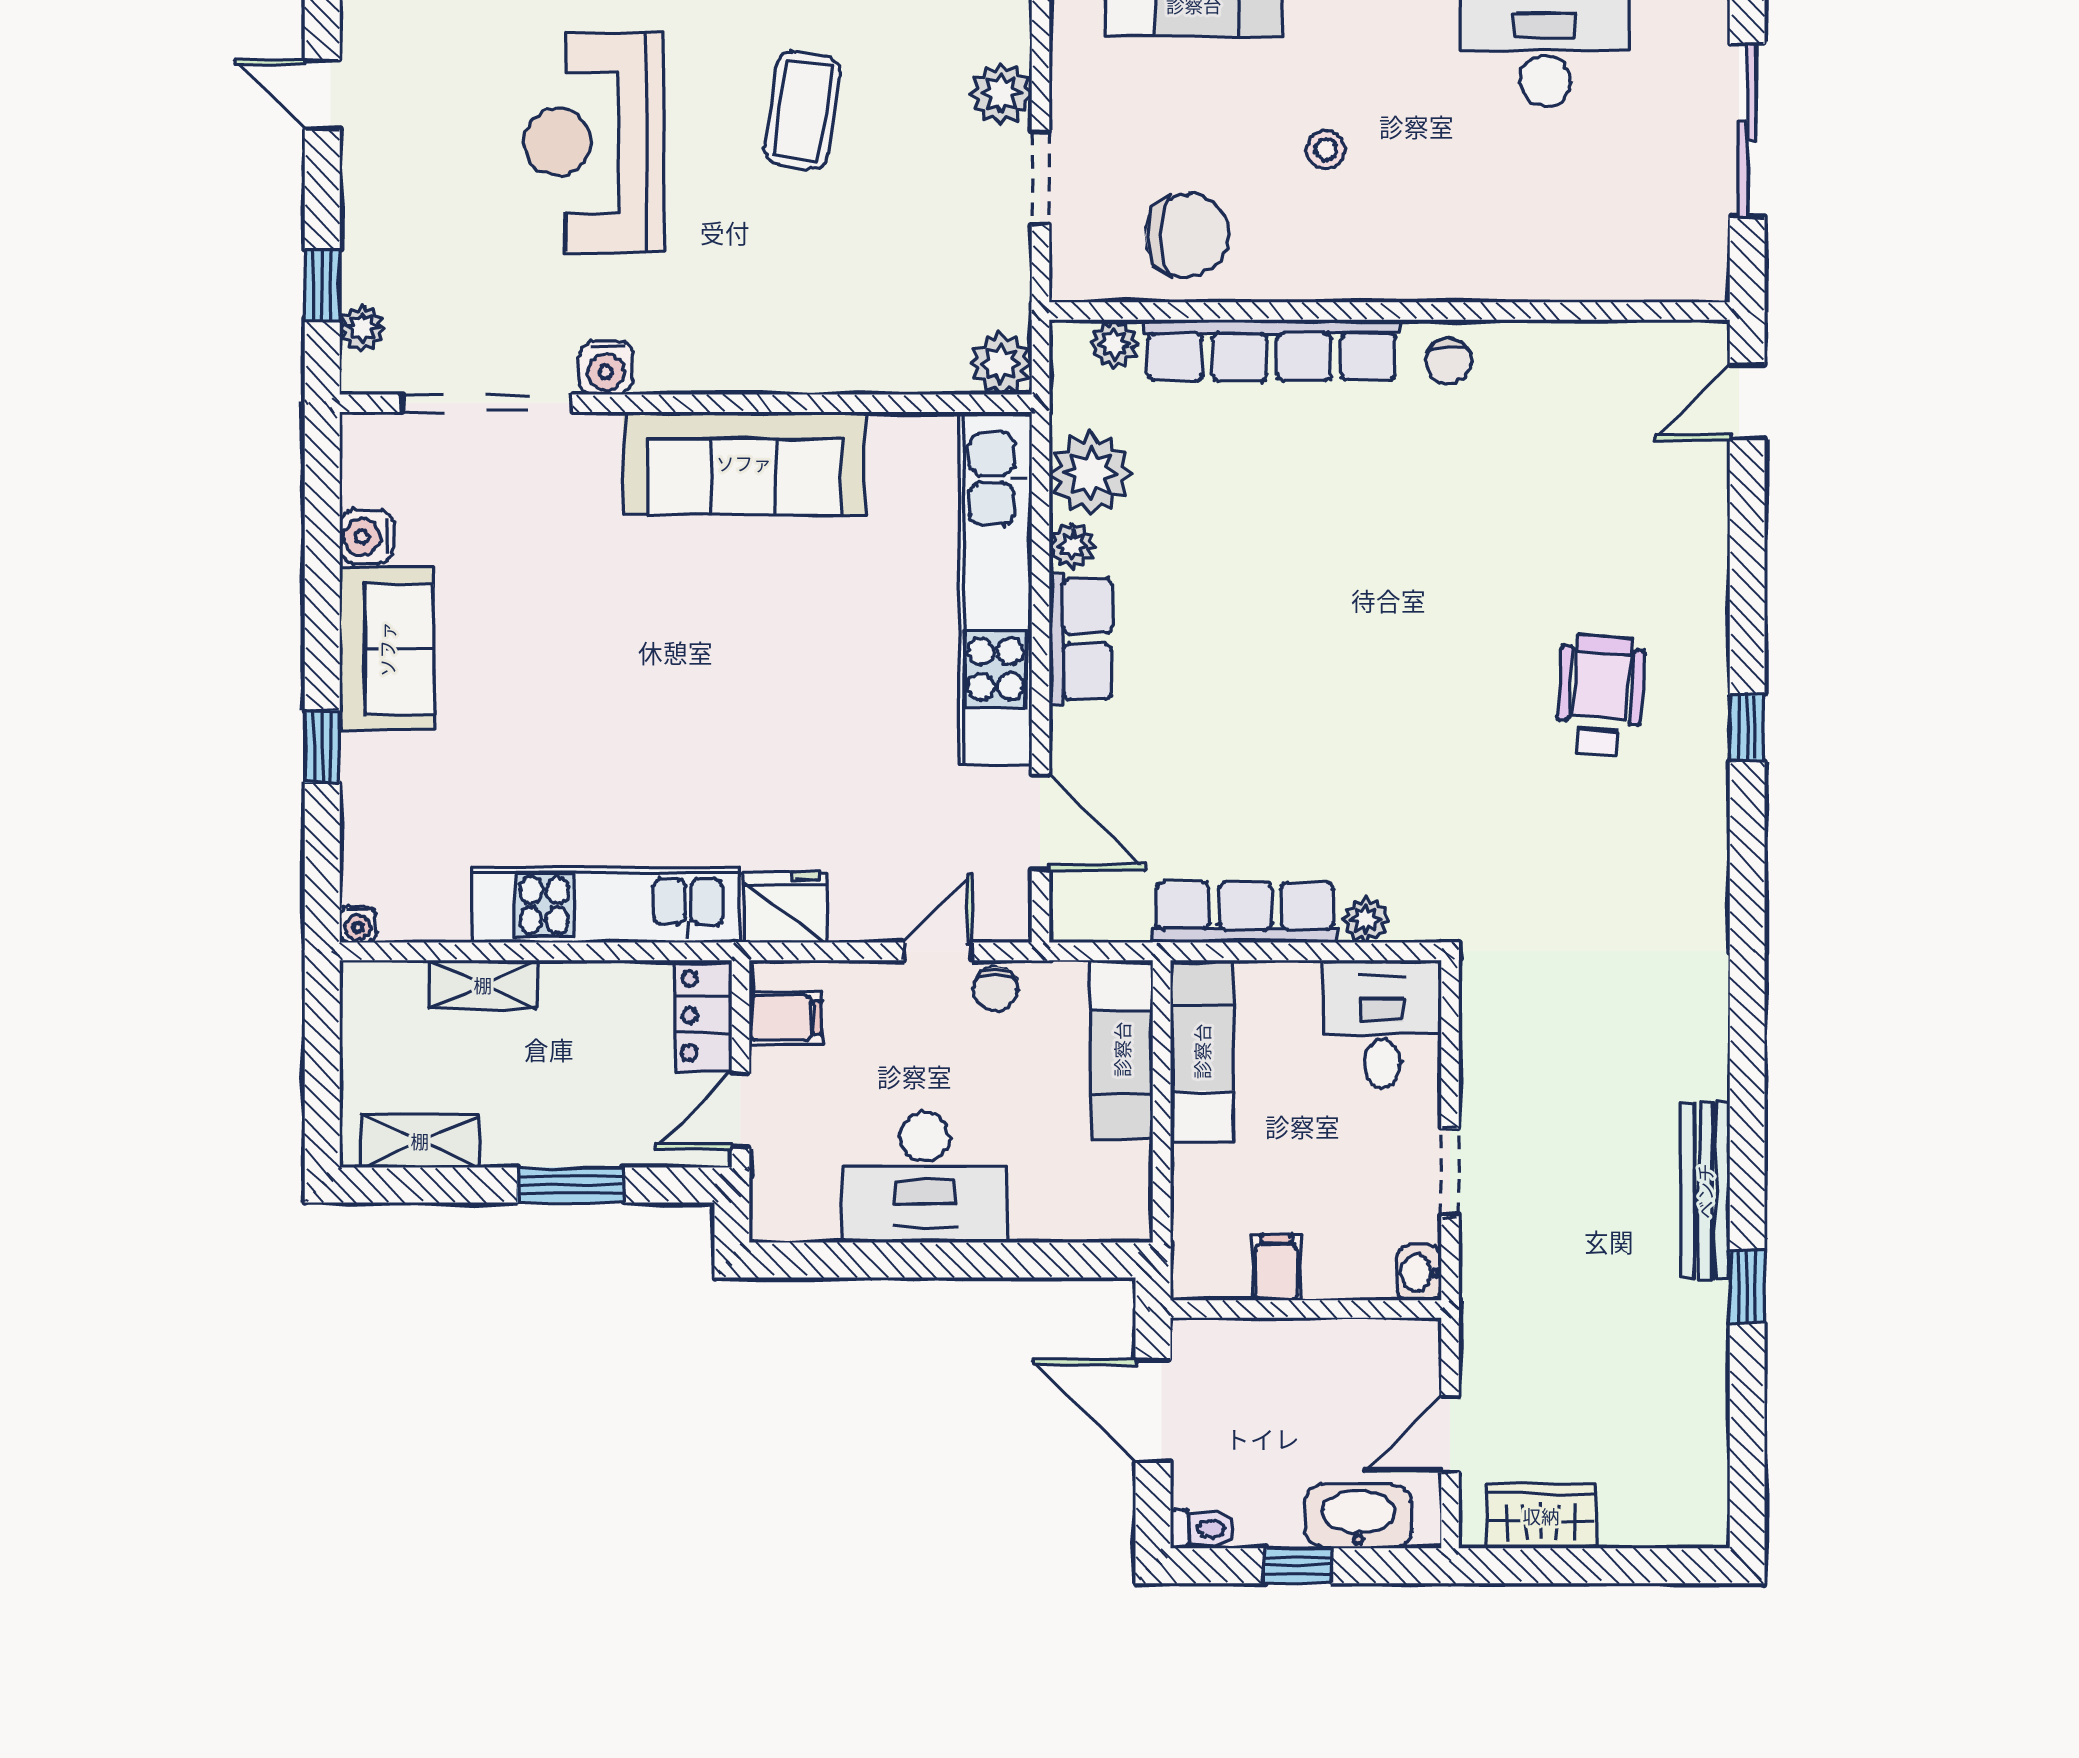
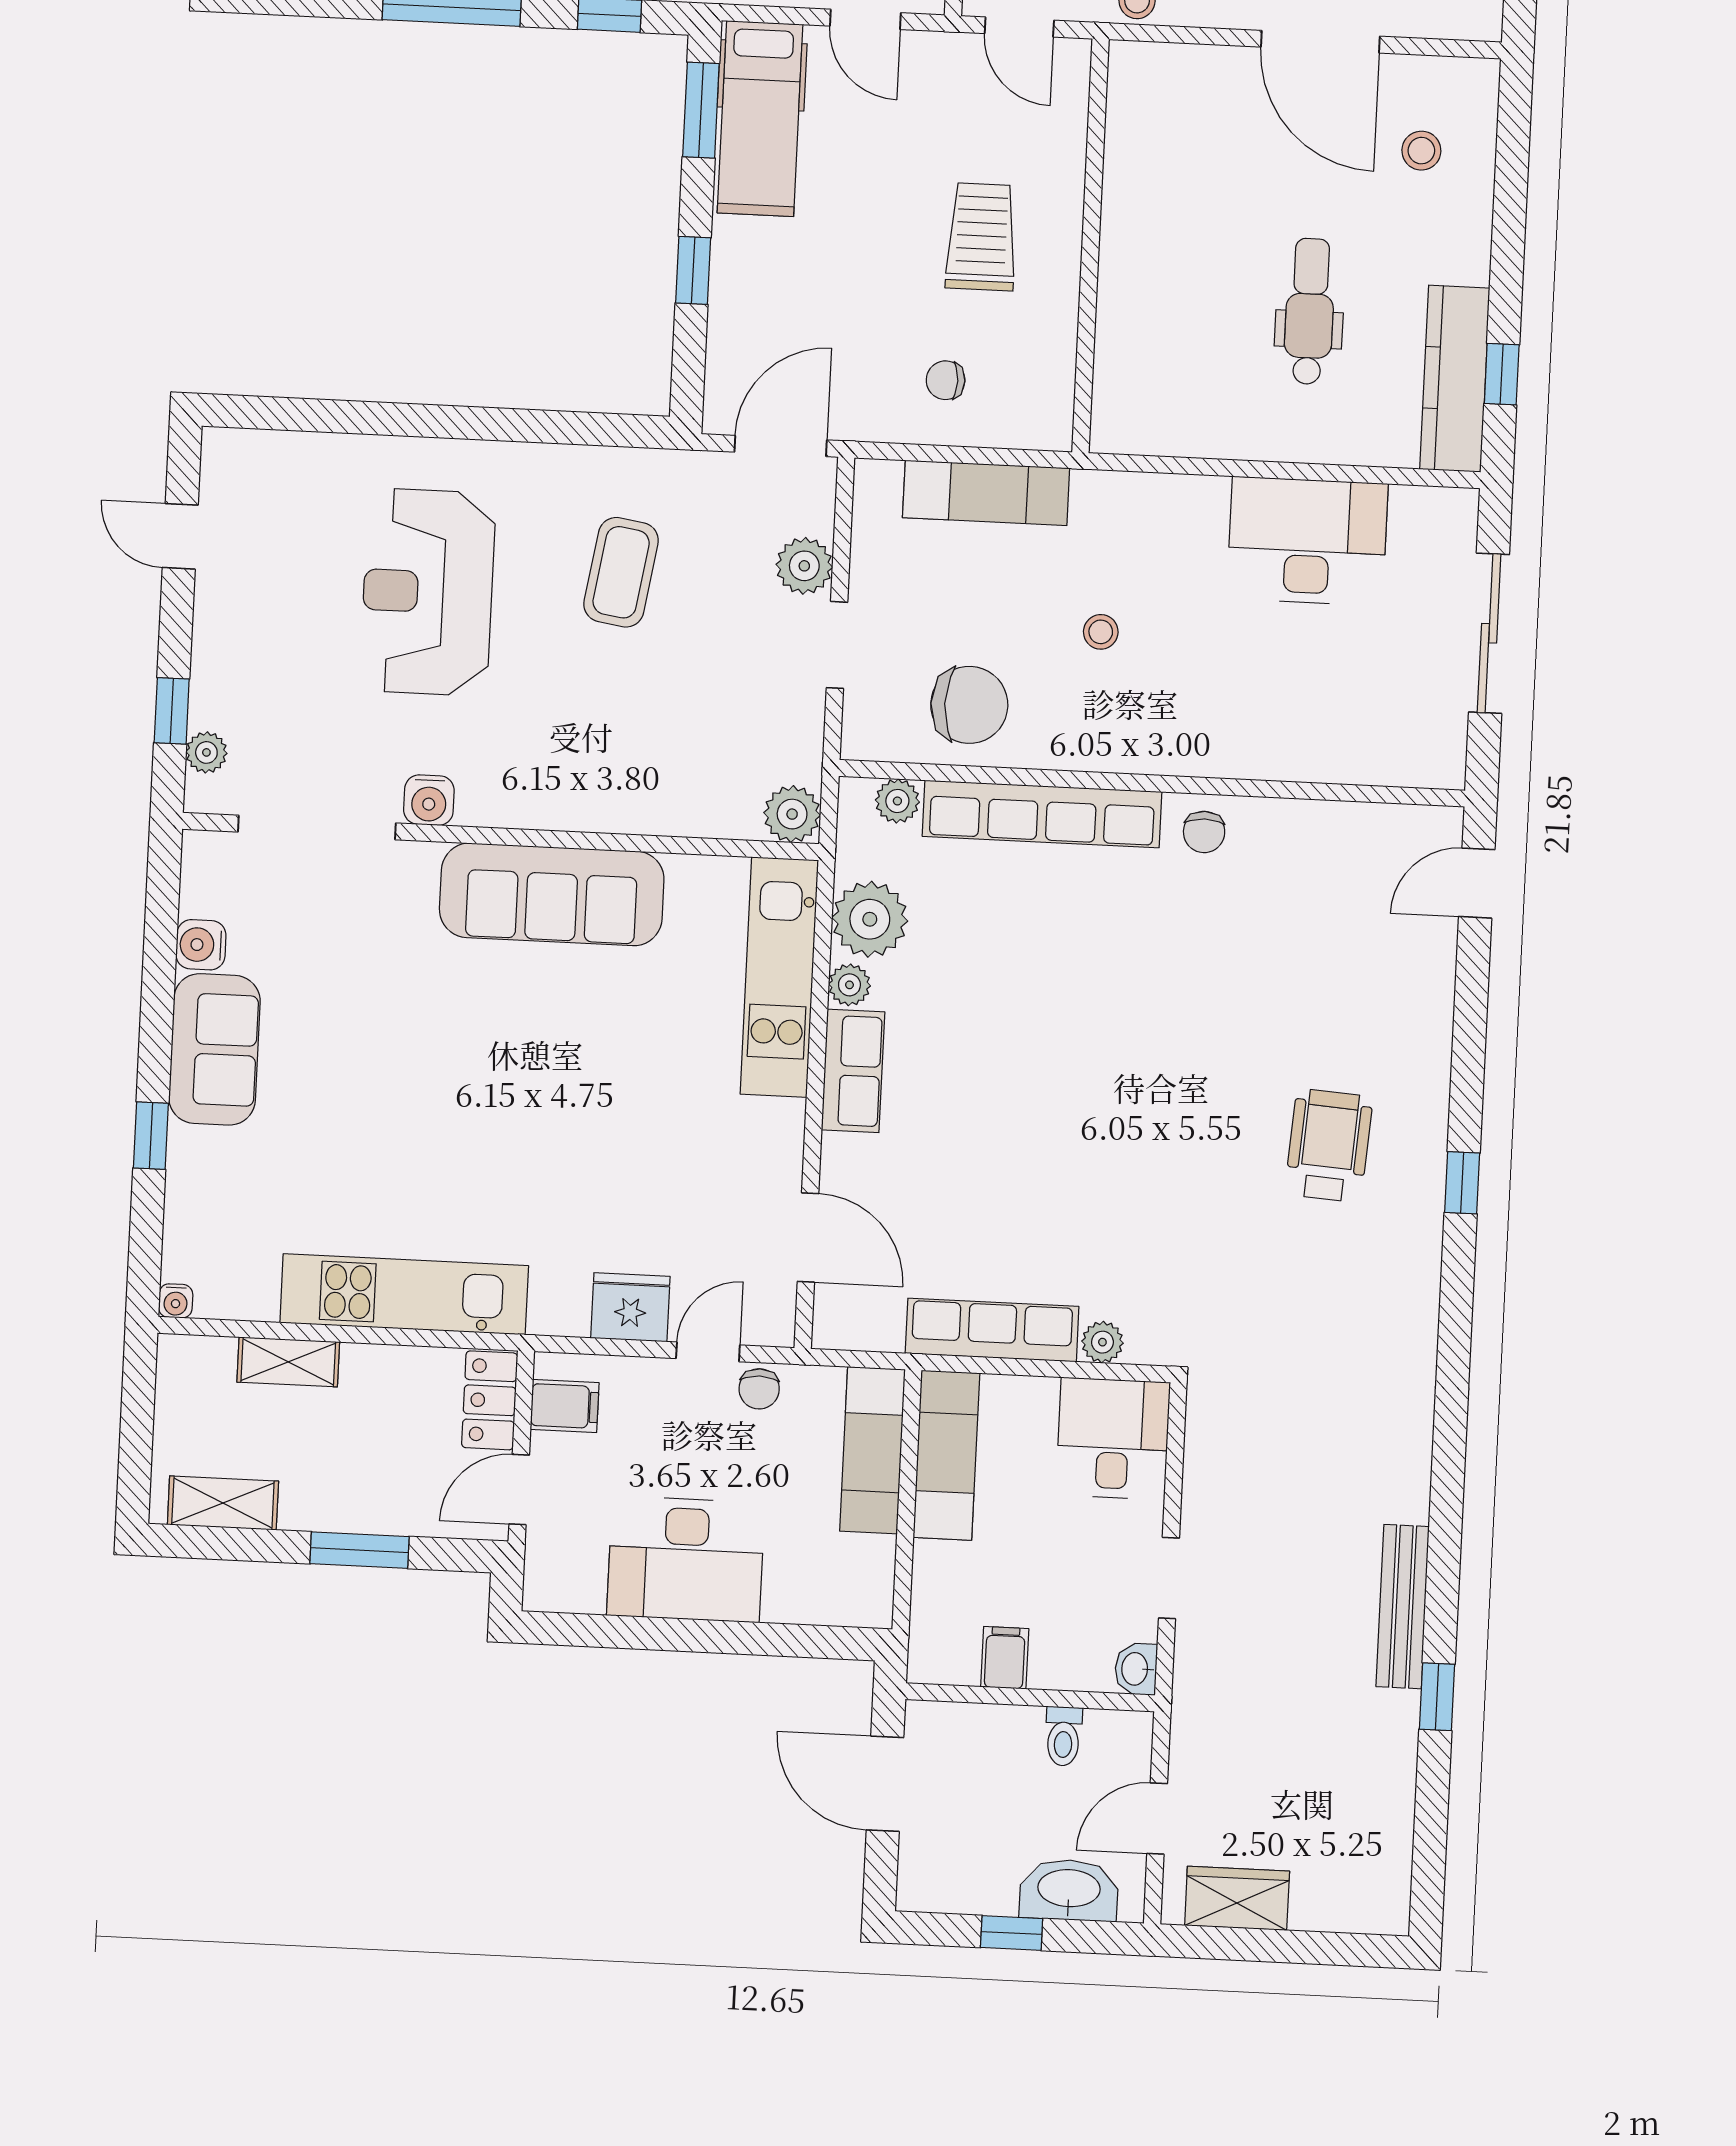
kitchen unit: (995, 588) -> (779, 977), width x0.73
fridge: (785, 907) -> (630, 1307), moved
toilet: (1202, 1529) -> (1063, 1736), moved, turned 90

